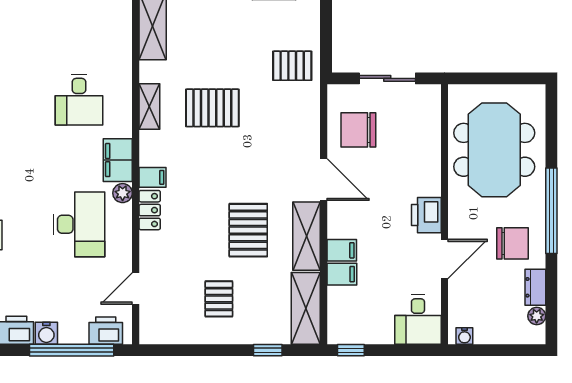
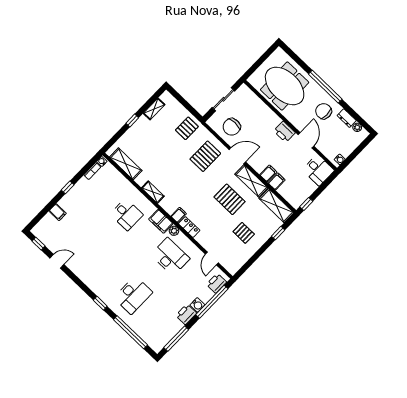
pallet: (212, 108) -> (205, 156), moved
chair: (513, 243) -> (324, 111), turned -90

